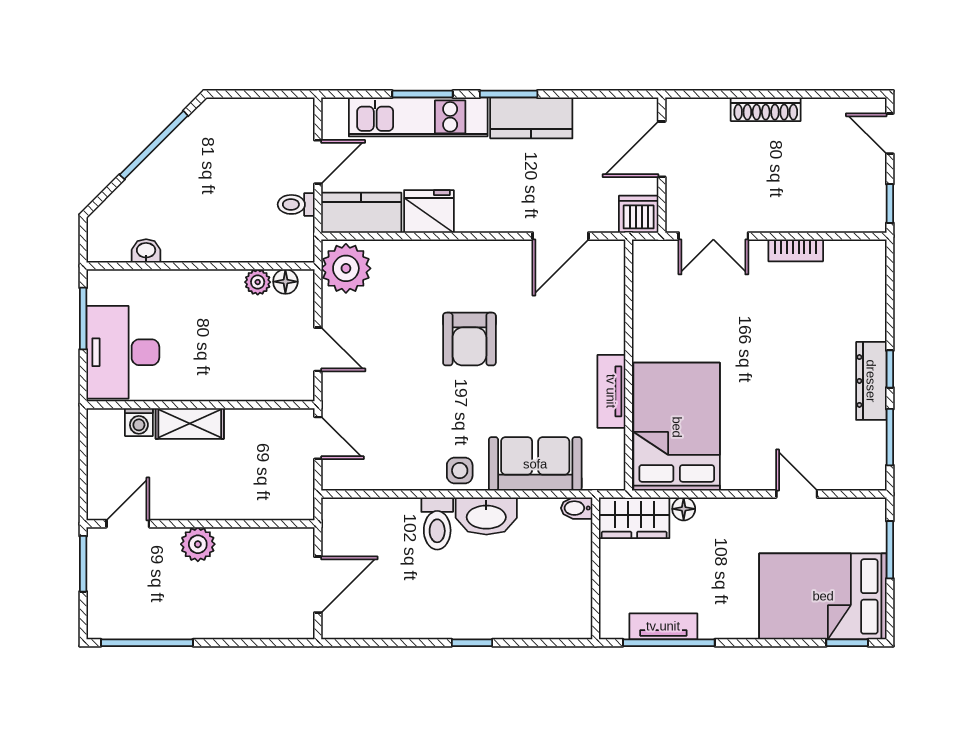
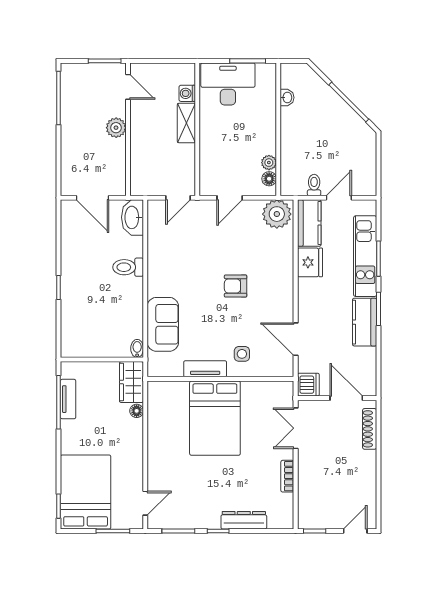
shoe rack: (766, 109) -> (370, 429), moved
door: (318, 162) -> (339, 198), swing flipped
armchair: (469, 339) -> (236, 286), width x0.72, depth x0.72
dresser: (871, 381) -> (244, 520), moved
bed: (677, 427) -> (215, 418), moved, turned 90
side table: (460, 471) -> (242, 354), moved
door: (797, 494) -> (145, 503), moved
washbasin: (486, 516) -> (132, 217), moved

